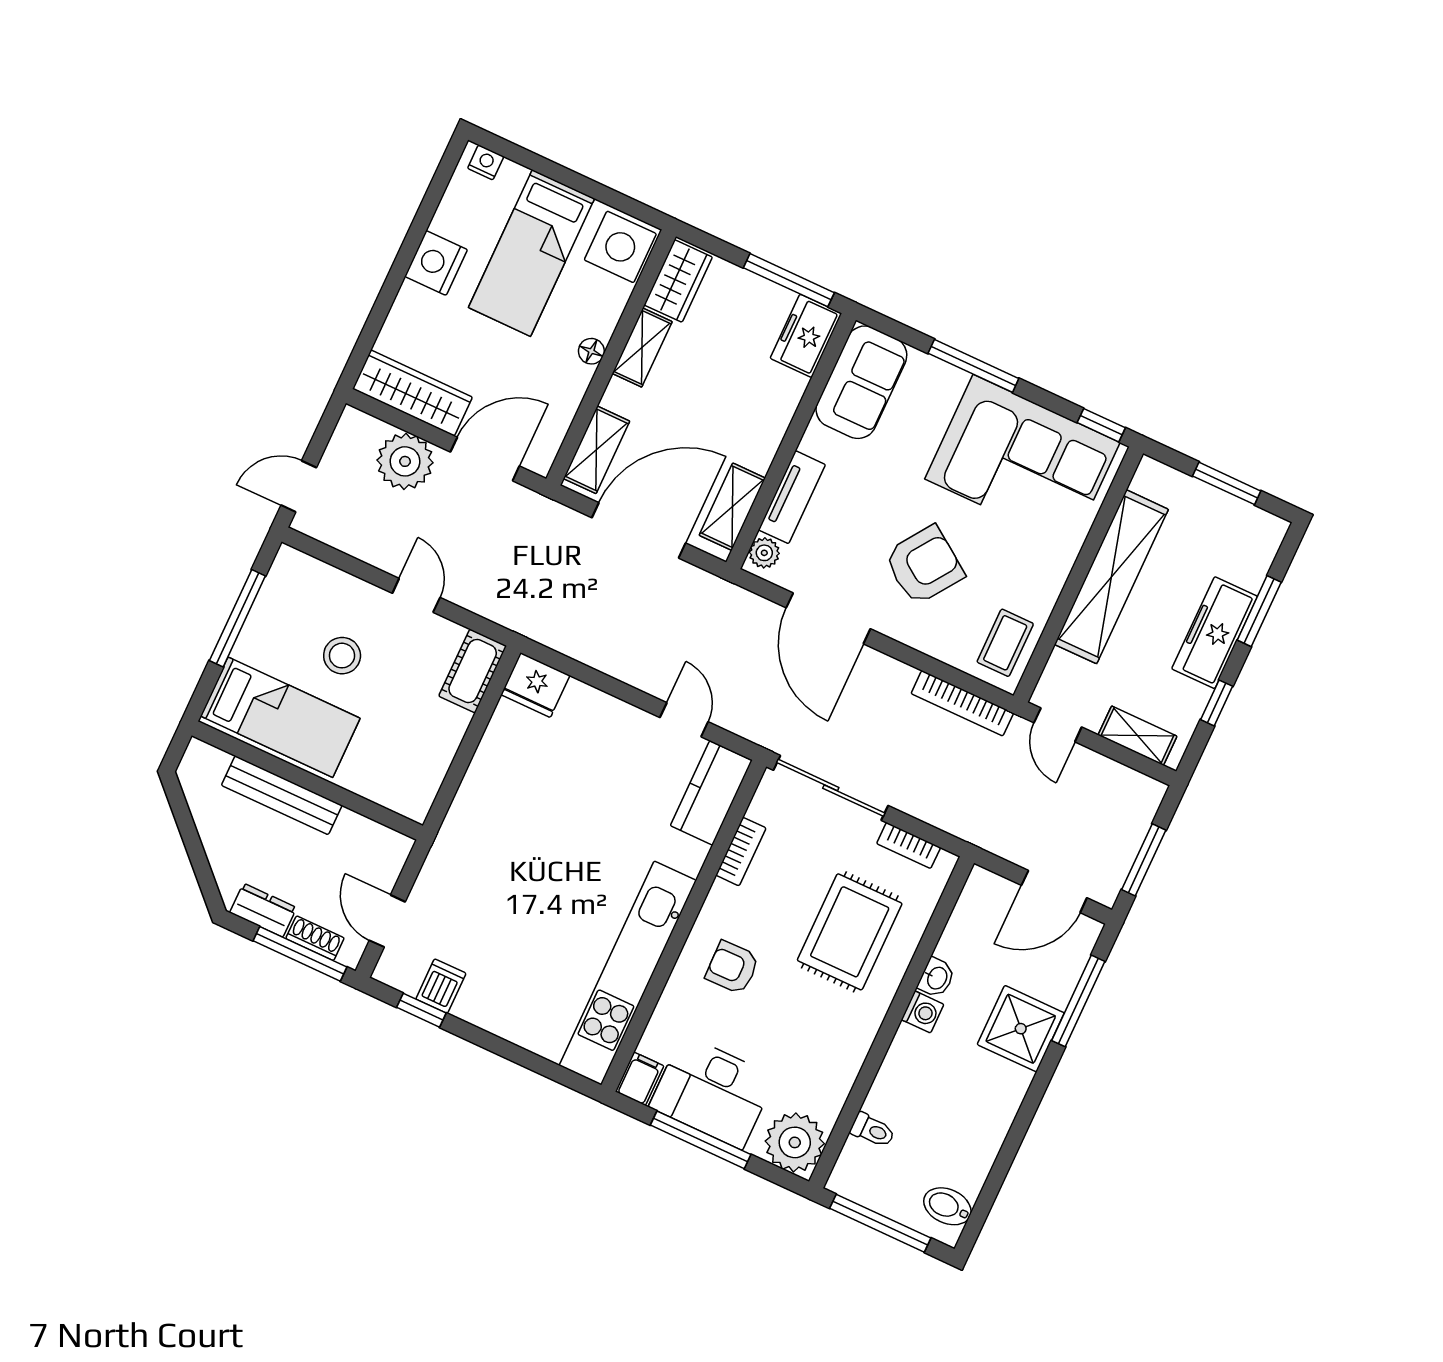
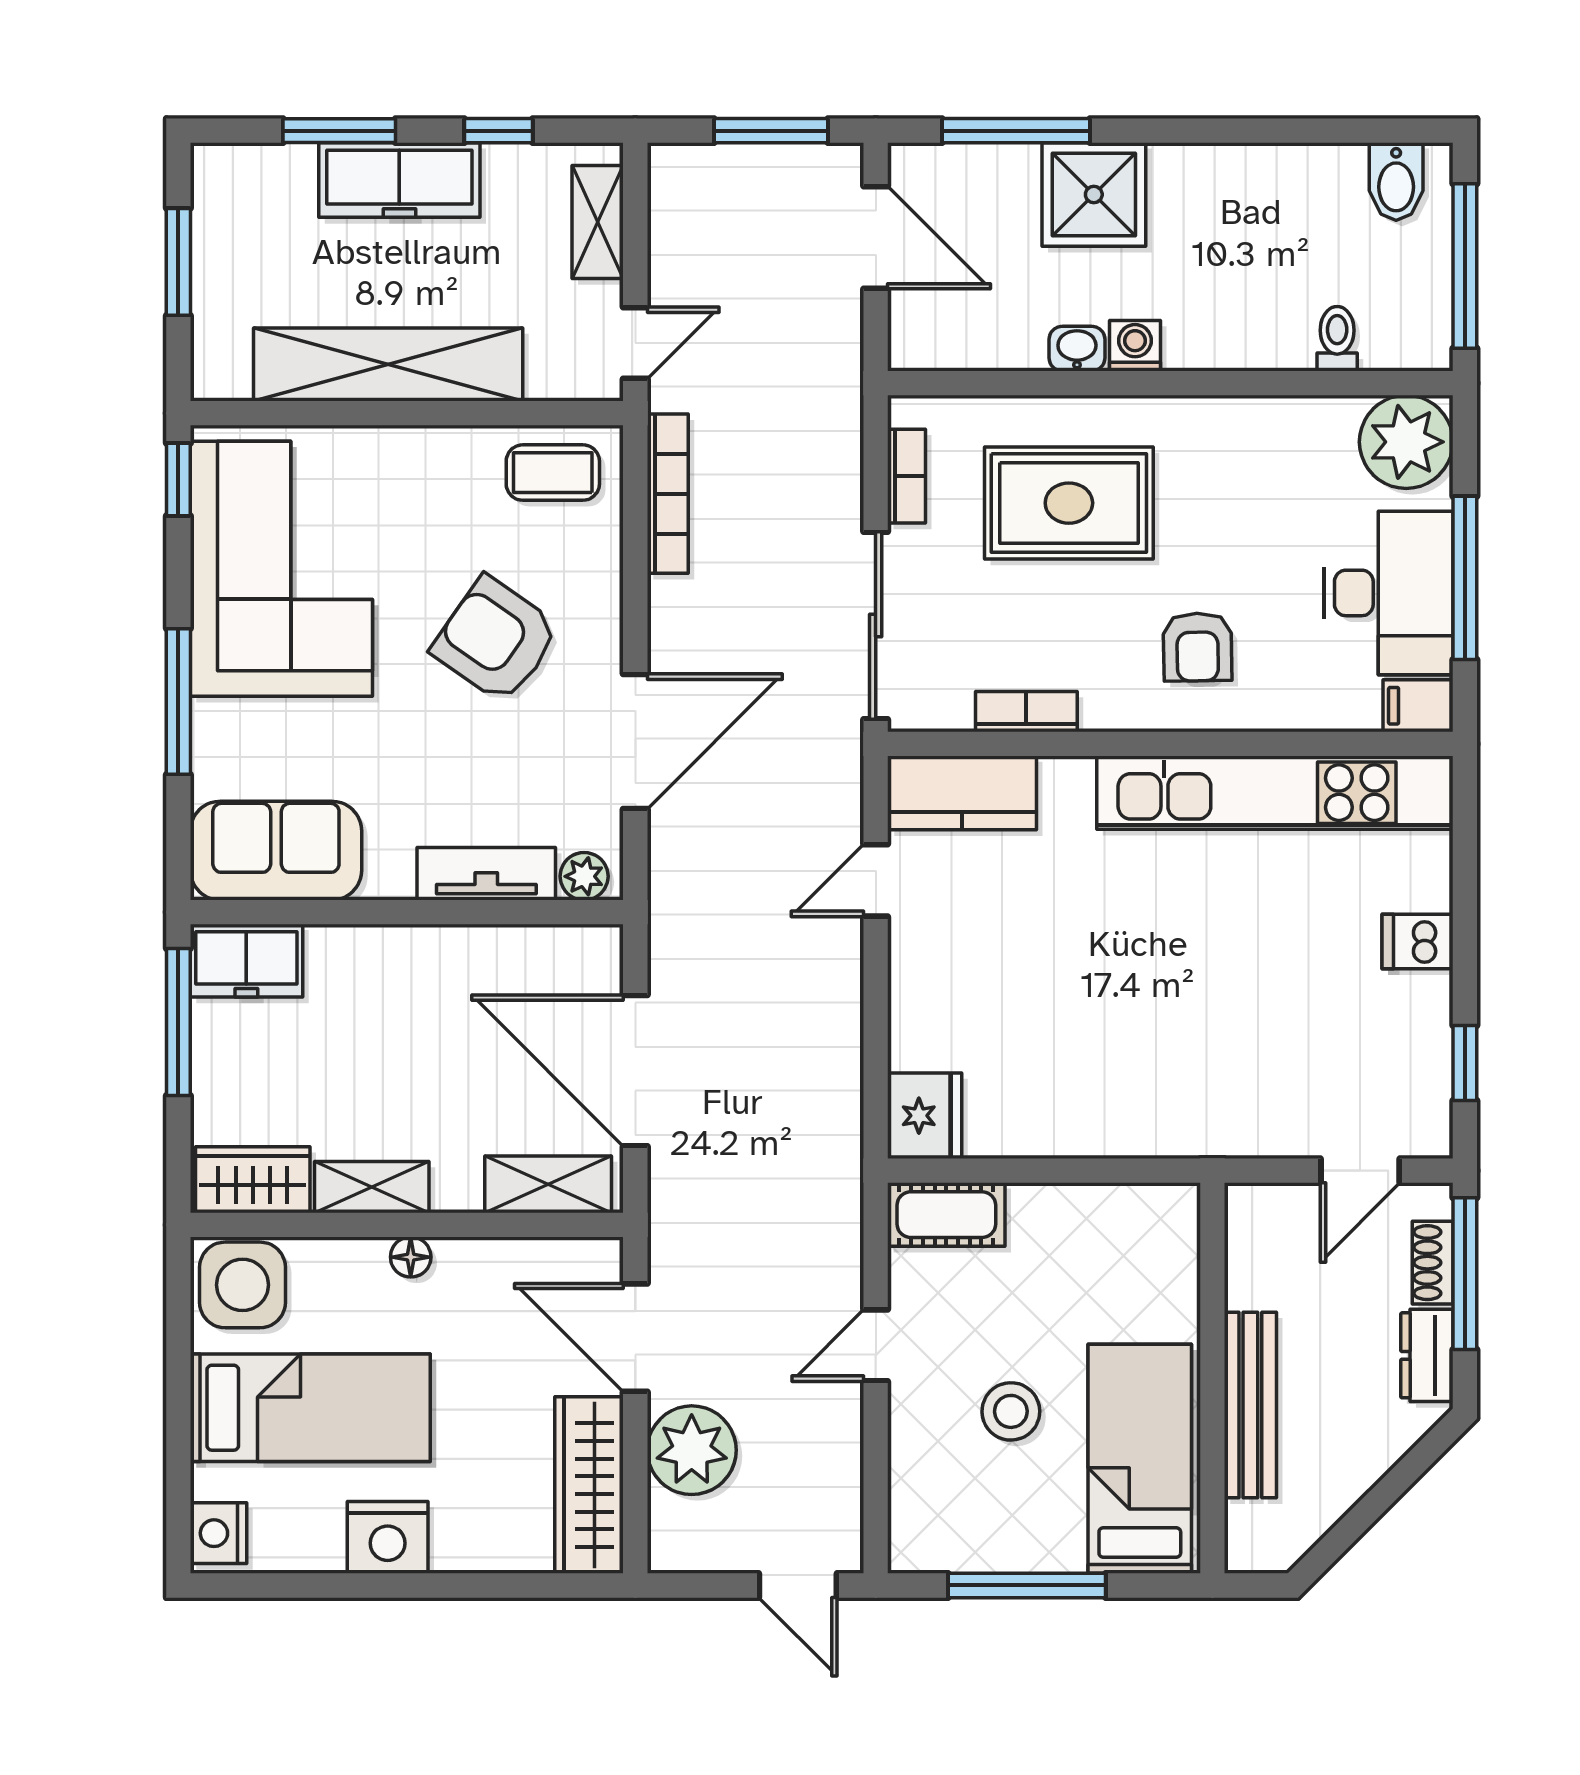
nightstand: (486, 162) -> (218, 1533), width x1.39, depth x1.35
shelving: (732, 507) -> (539, 953), removed
dishwasher: (441, 986) -> (1417, 941), moved

